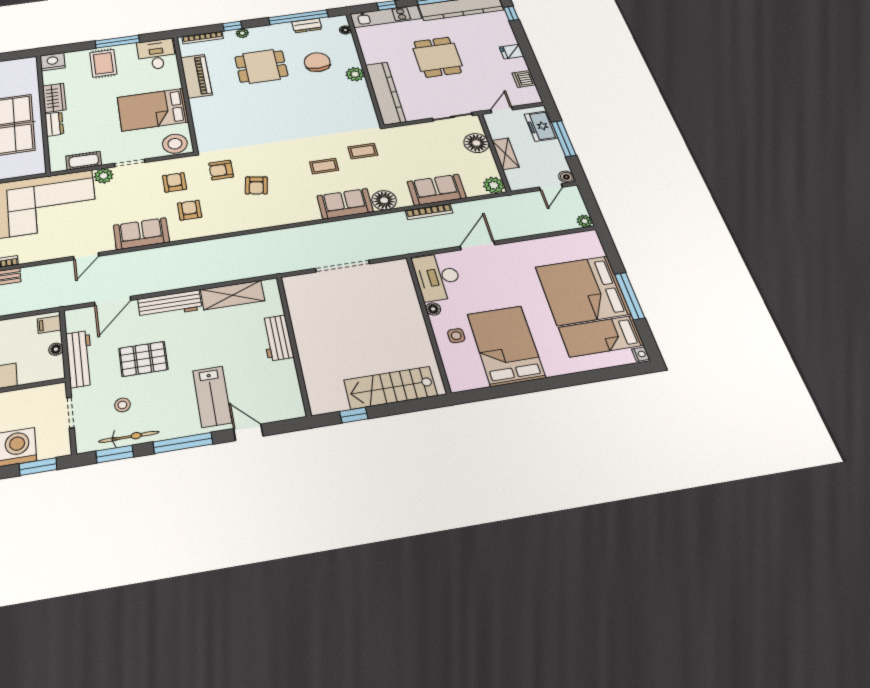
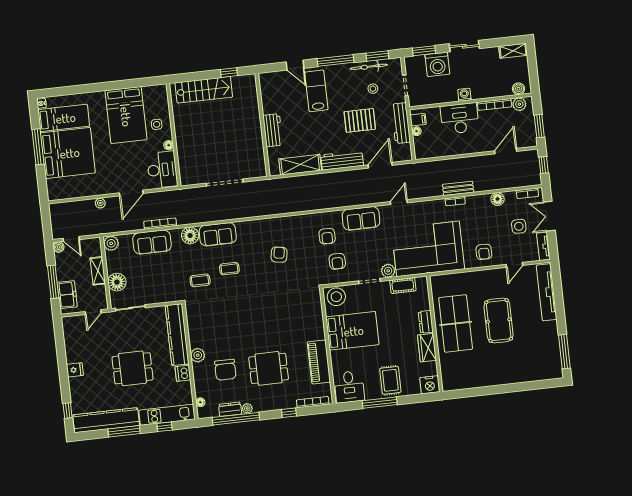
plant: (242, 33) -> (247, 408), moved
dining table: (438, 57) -> (133, 368), turned 90
dishwasher: (524, 79) -> (183, 373), moved, turned 180
armchair: (221, 170) -> (304, 270), removed
door: (551, 187) -> (71, 239), swing flipped
plant: (585, 221) -> (100, 203), moved
filing cabinet: (49, 325) -> (418, 120), moved

